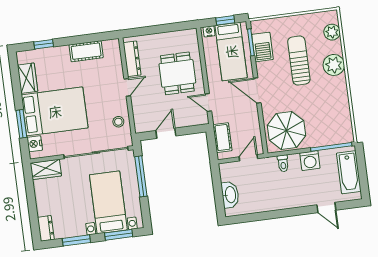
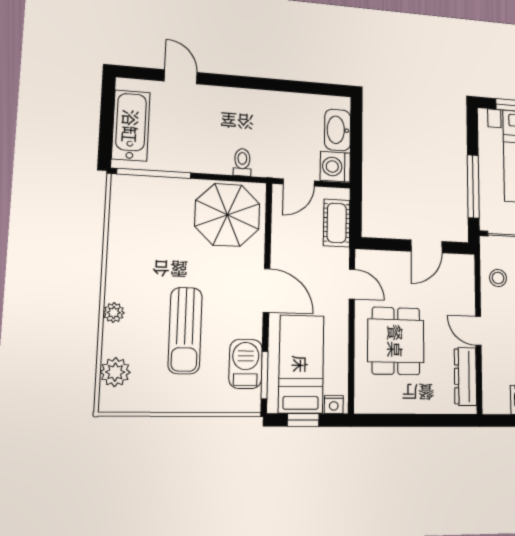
plant: (334, 65) -> (114, 313), width x0.53, depth x0.53
door: (127, 87) -> (478, 331), hinge flipped
washing machine: (310, 161) -> (335, 167), moved, turned -90

